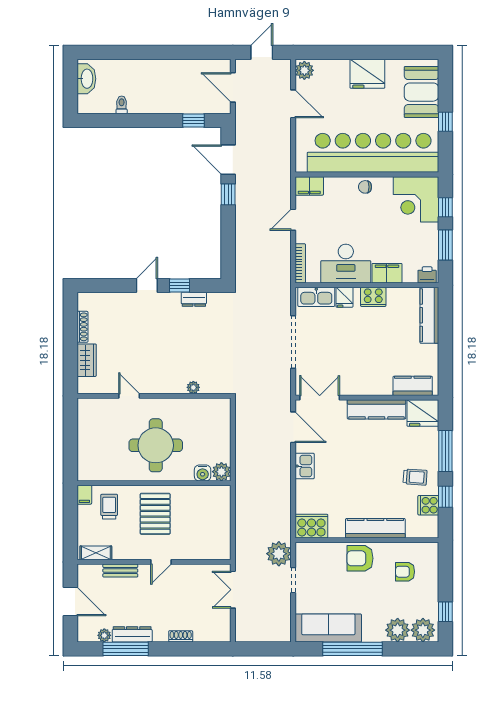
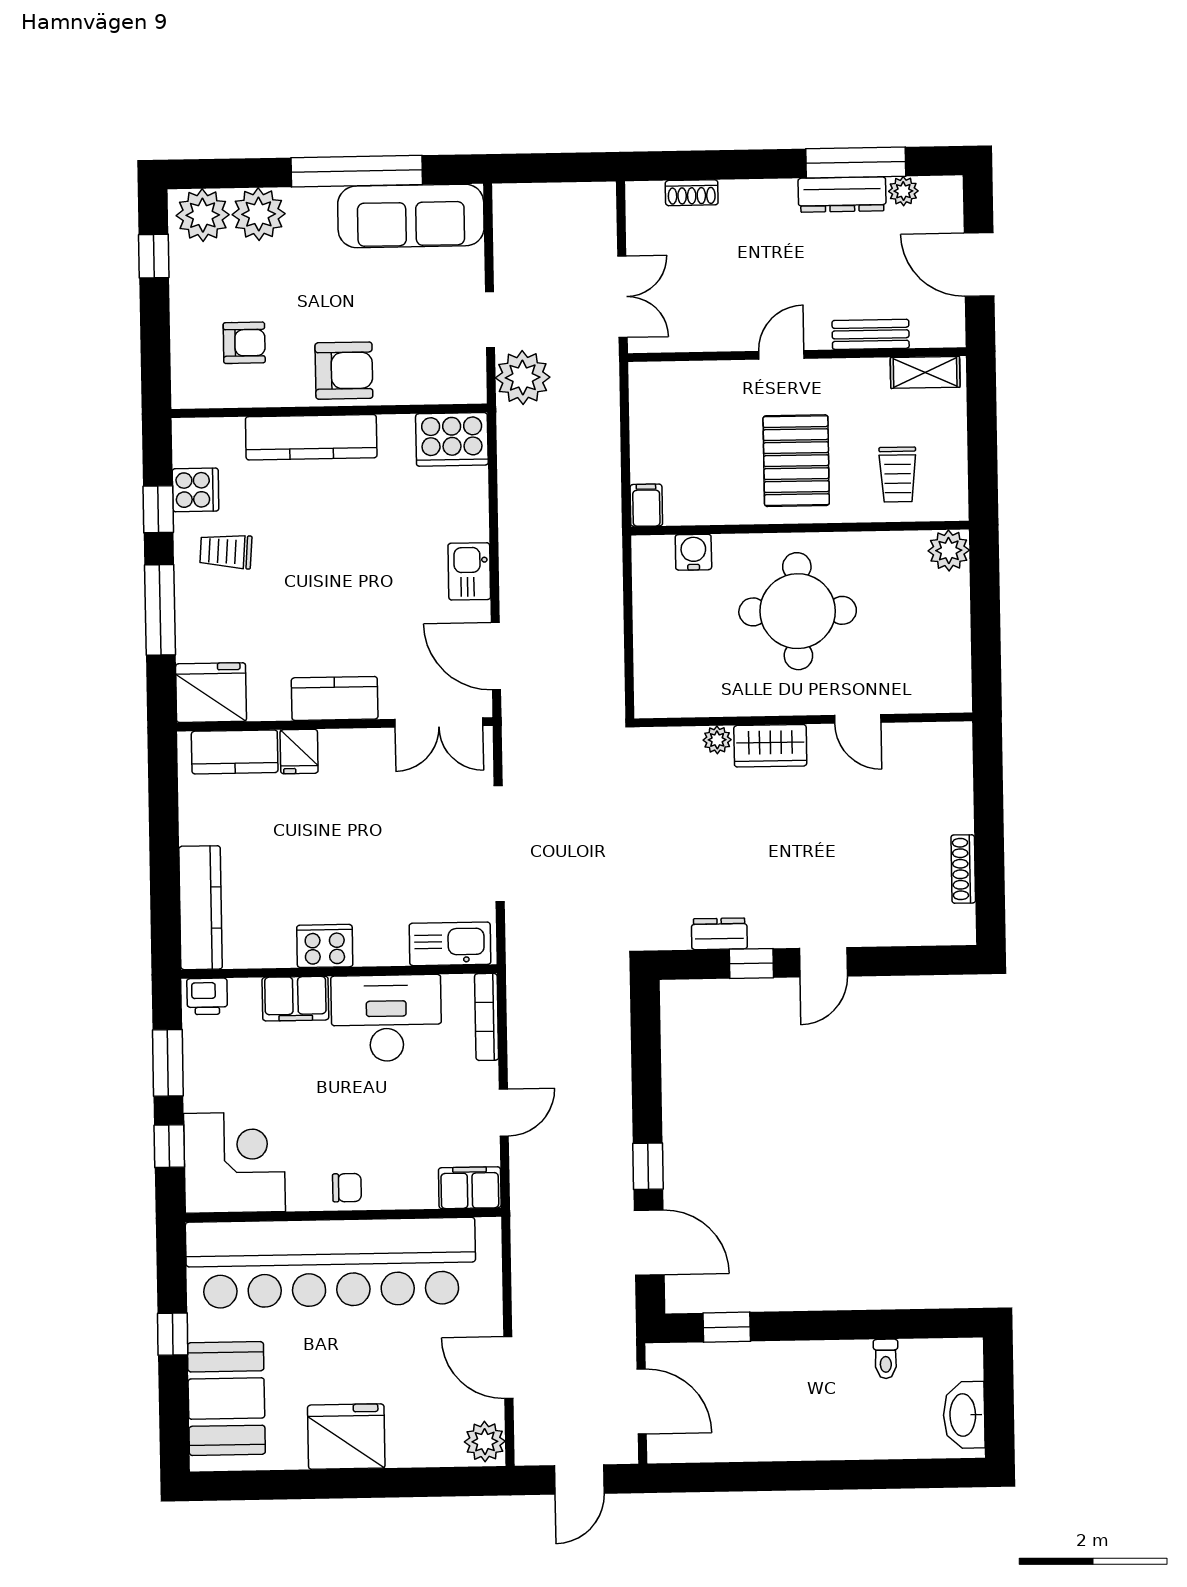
fridge: (344, 297) -> (299, 751), moved, turned 180
wardrobe: (87, 360) -> (770, 746), moved, turned -90
kitchen counter: (377, 409) -> (335, 698), width x0.67
plant: (221, 472) -> (949, 550), moved
filing cabinet: (84, 495) -> (646, 505), moved
shoe rack: (181, 636) -> (692, 193), moved

